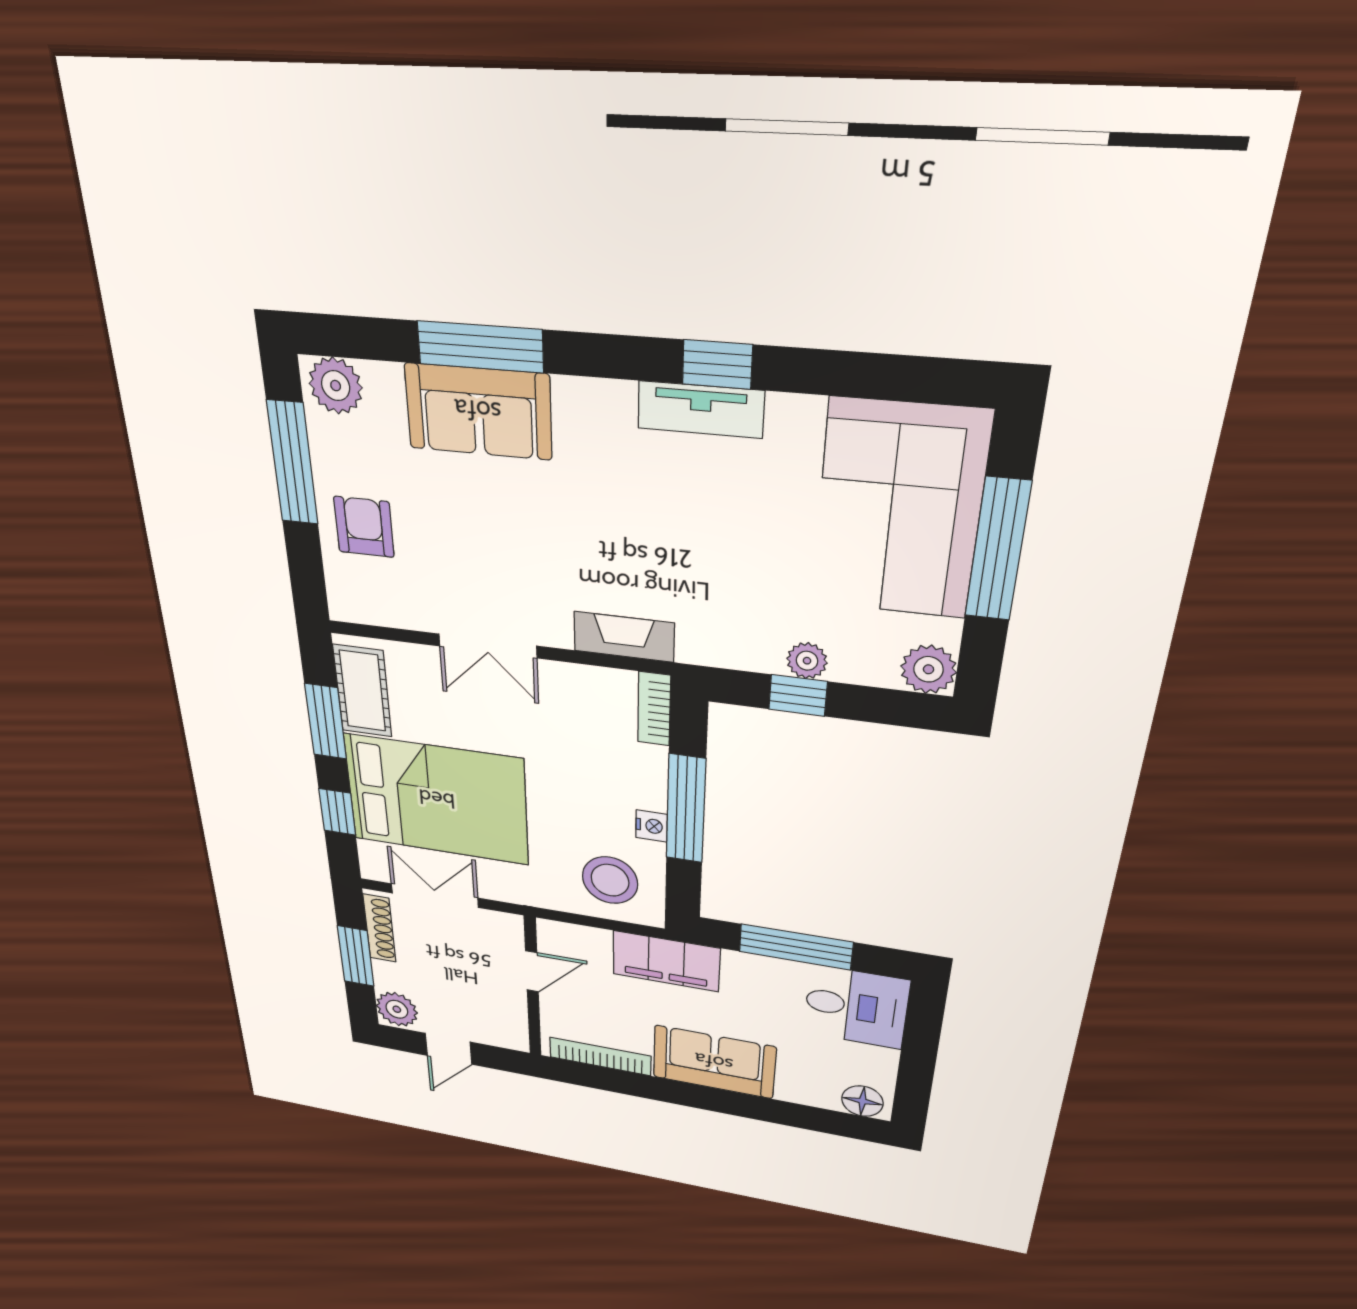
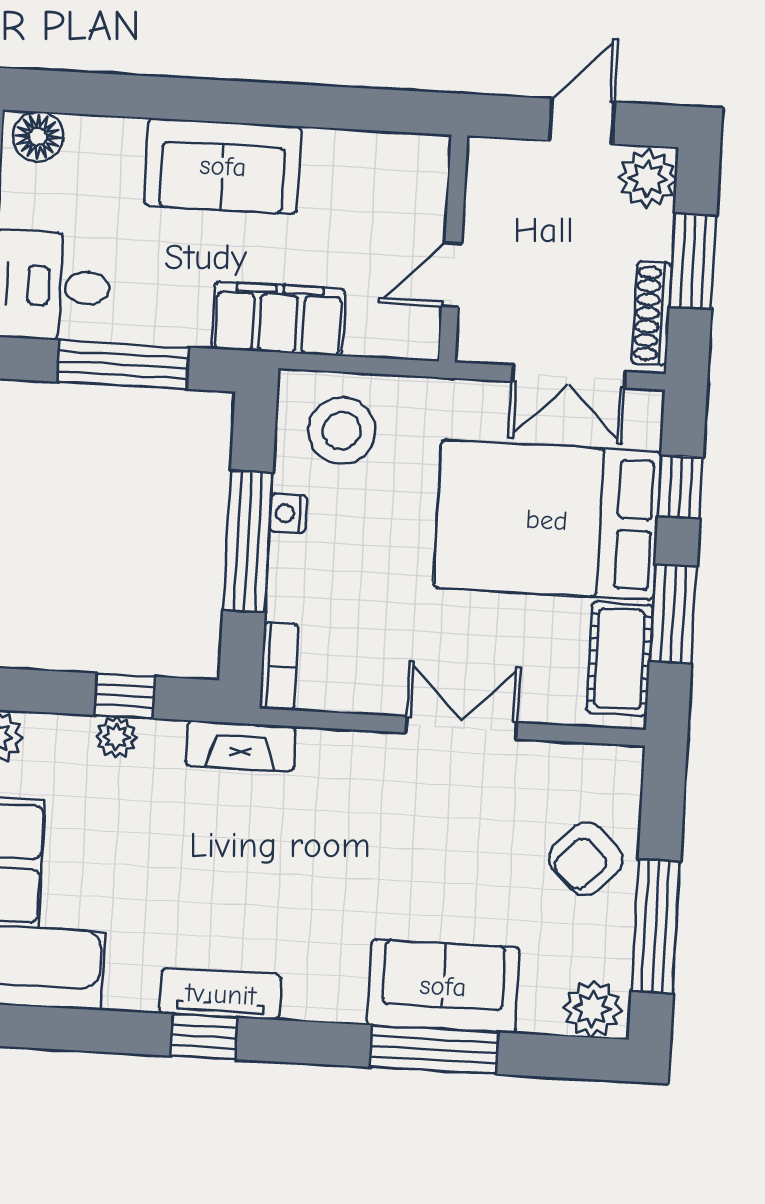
armchair: (364, 527) -> (586, 859), turned 44
fireplace: (624, 637) -> (241, 746), moved
bookcase: (600, 1056) -> (371, 147), removed

